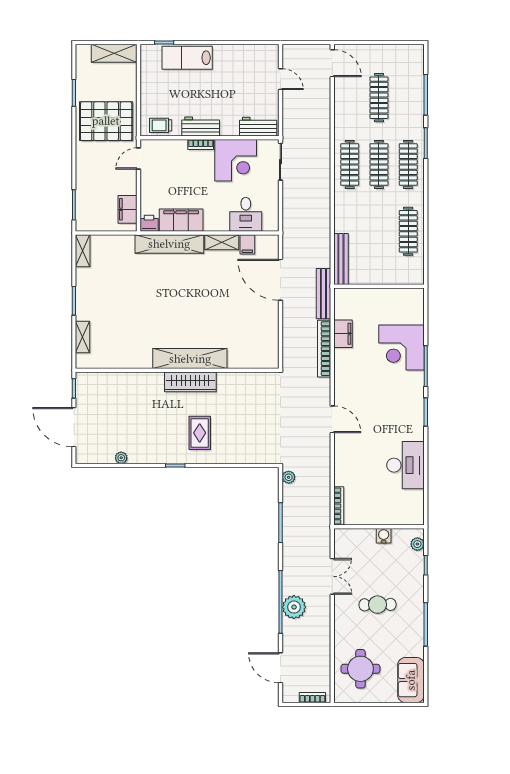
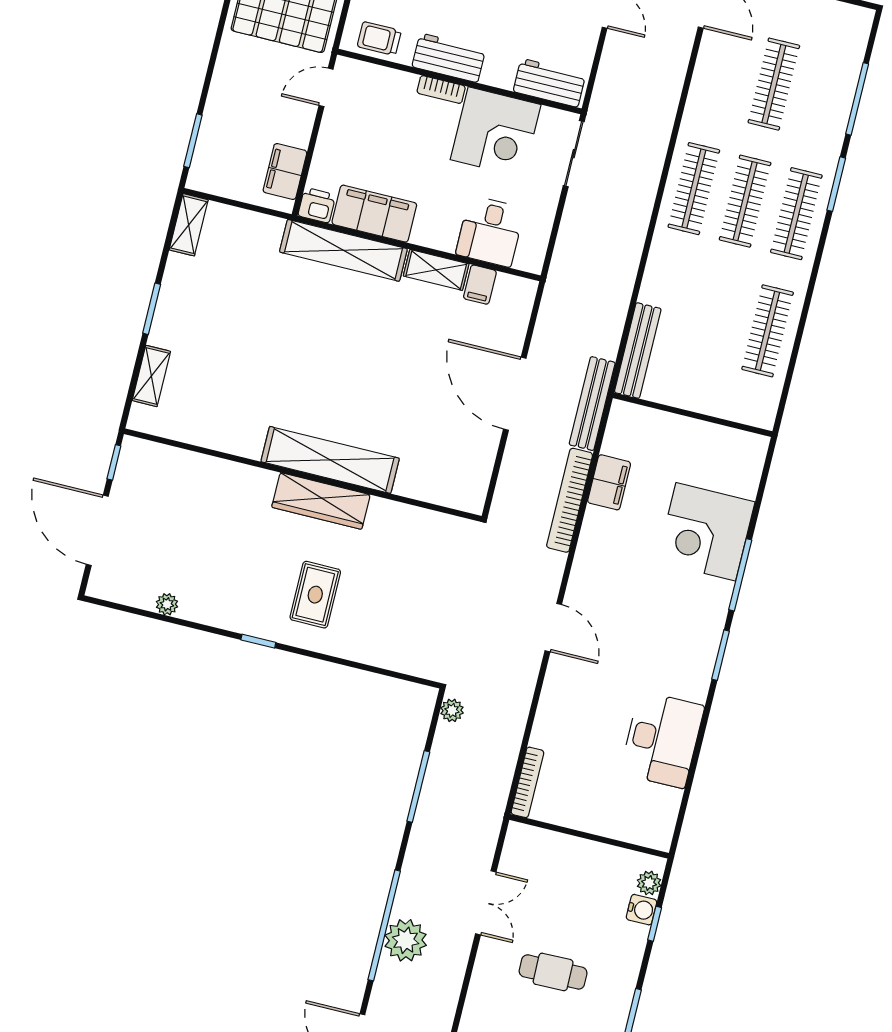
door: (280, 280) -> (515, 394), moved
water cooler: (384, 536) -> (642, 910), moved, turned 90

